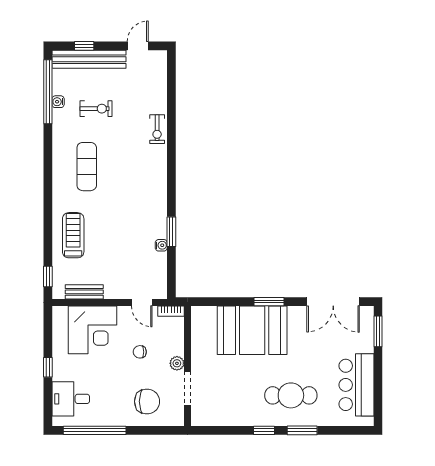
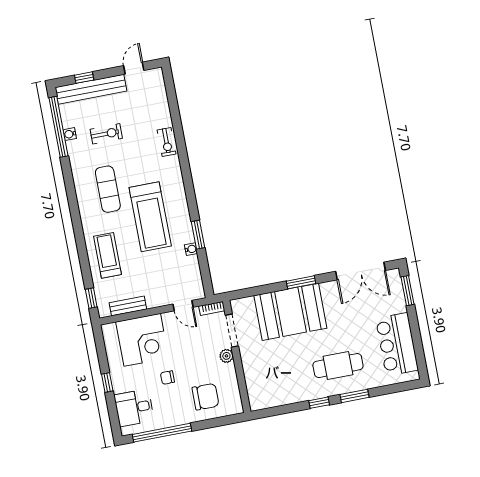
treadmill: (125, 204) -> (150, 217), added
chair: (140, 352) -> (167, 378), moved
doorway: (187, 388) -> (232, 331), moved

